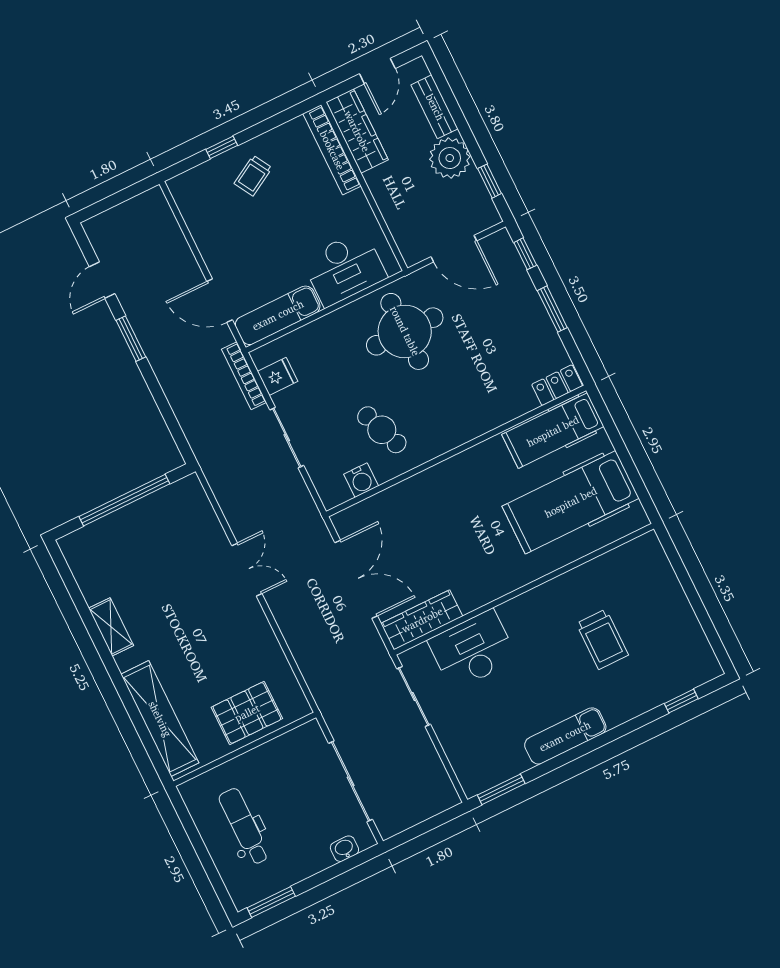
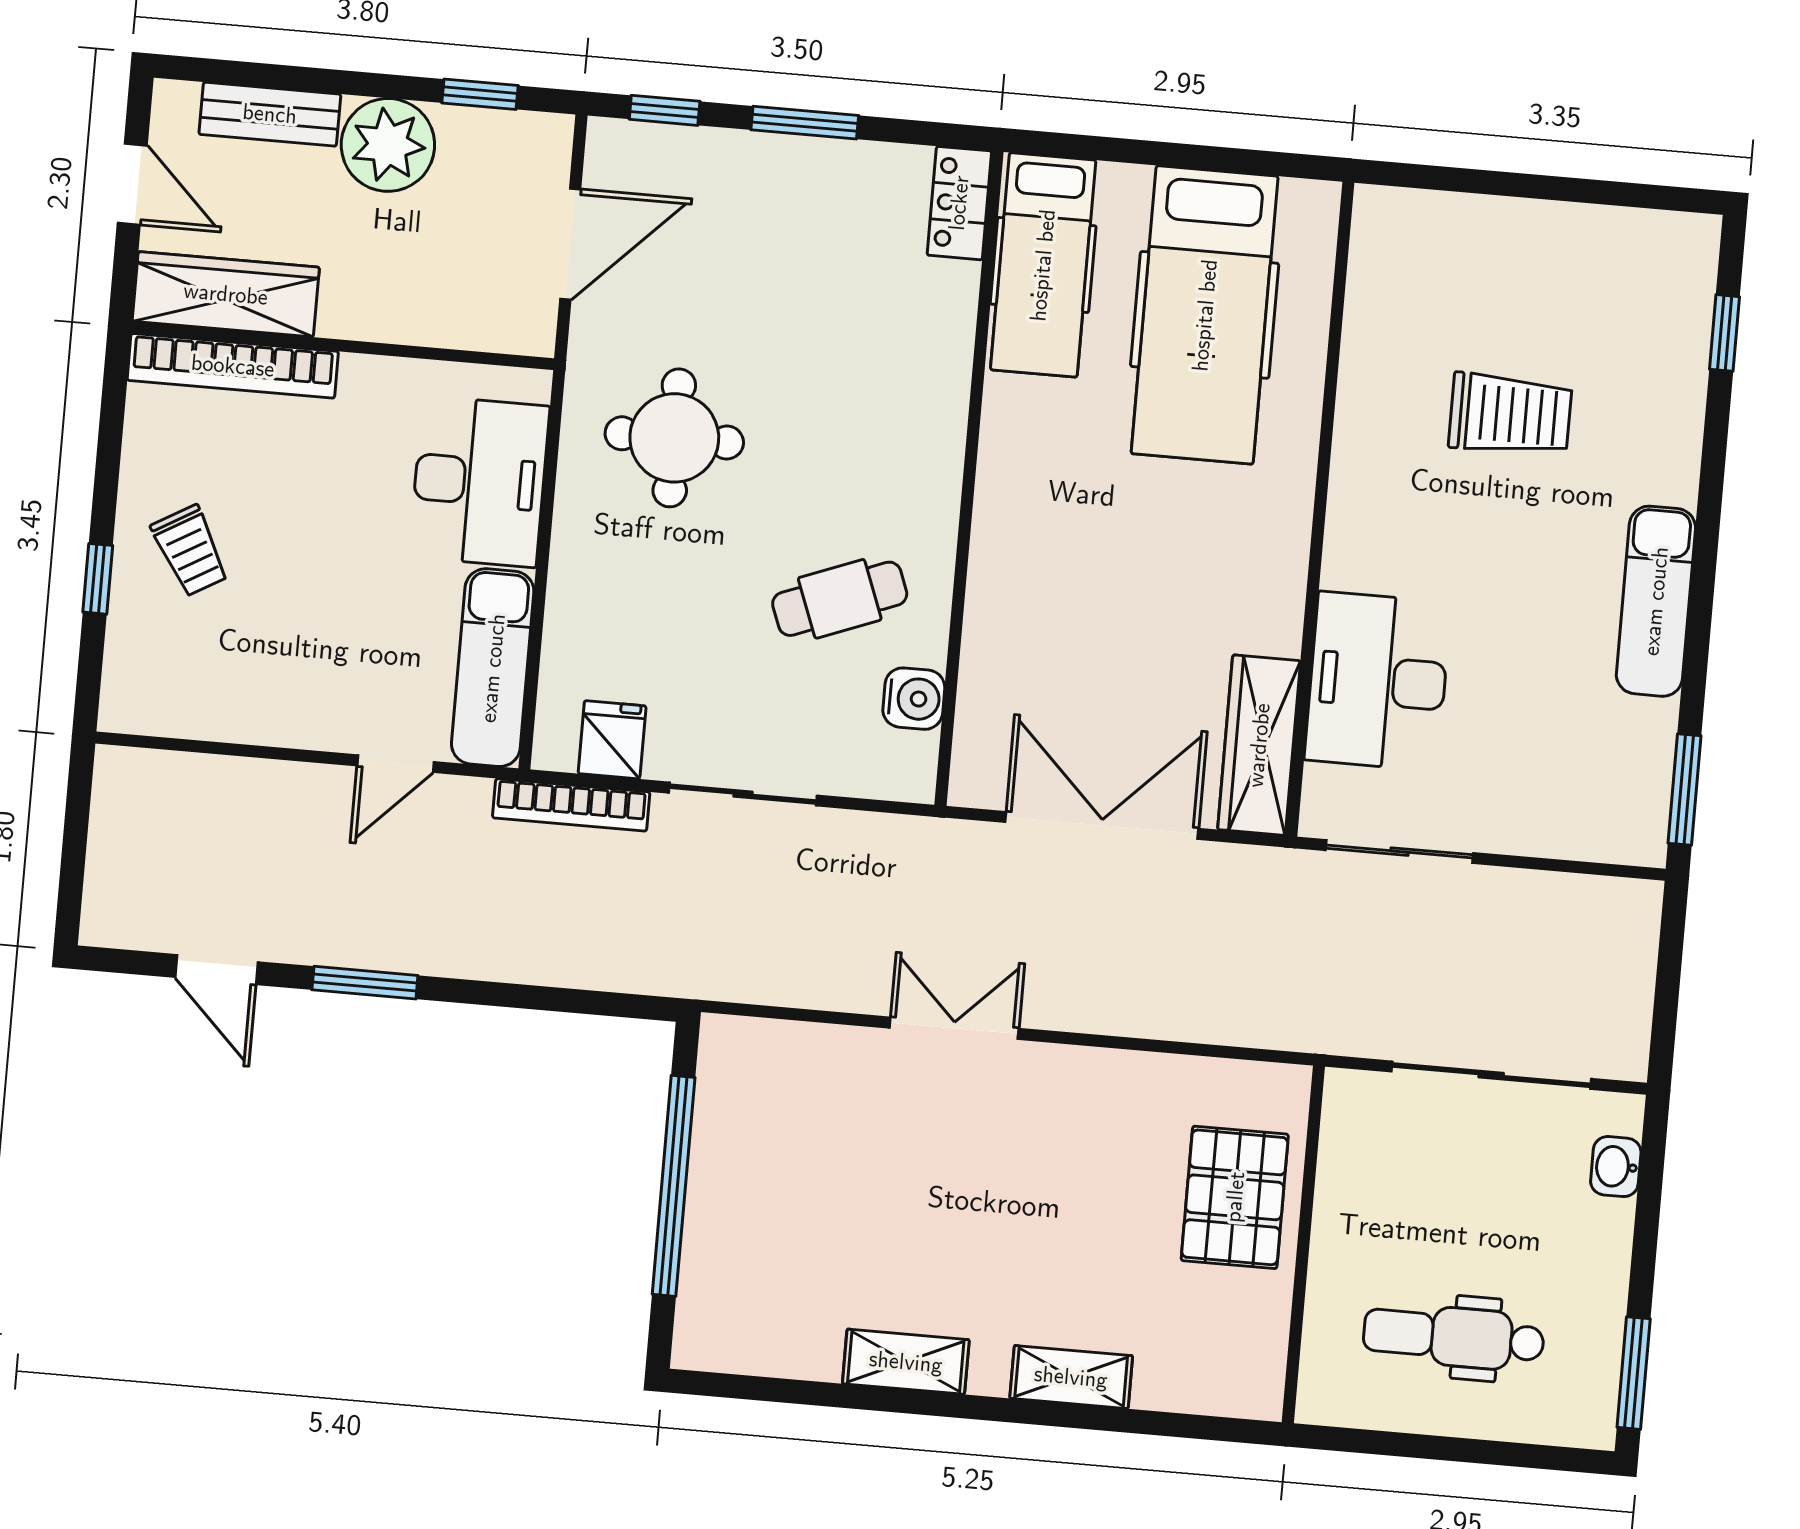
door: (220, 301) -> (395, 764), width x0.73
round table: (405, 331) -> (674, 438), width x0.73, depth x0.73
shelving: (160, 719) -> (1071, 1377), width x0.45, depth x0.75

